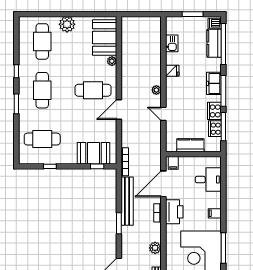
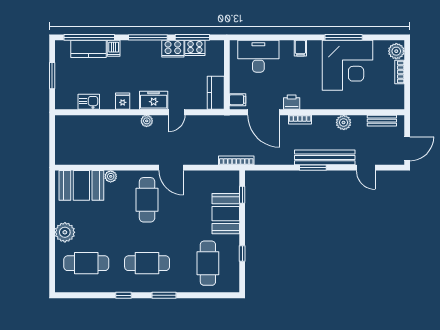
dishwasher: (215, 23) -> (114, 48), moved
freezer: (214, 83) -> (154, 100), moved, turned 180
kitchen counter: (190, 145) -> (216, 93), moved
booth: (94, 153) -> (226, 214), moved
desk: (208, 180) -> (258, 56), width x1.37
bench: (127, 201) -> (325, 157), moved
printer: (174, 212) -> (292, 102), width x0.53, depth x0.68

